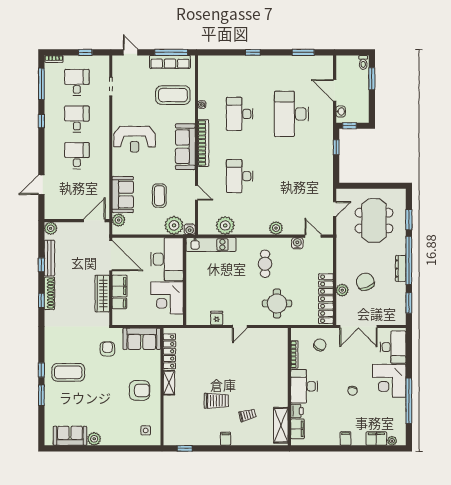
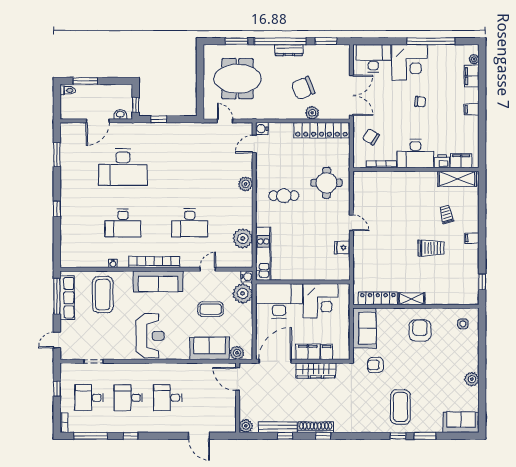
water cooler: (297, 243) -> (262, 129), moved
trolley: (216, 401) -> (431, 248), turned 90
sofa: (70, 436) -> (461, 422), moved, turned 90

